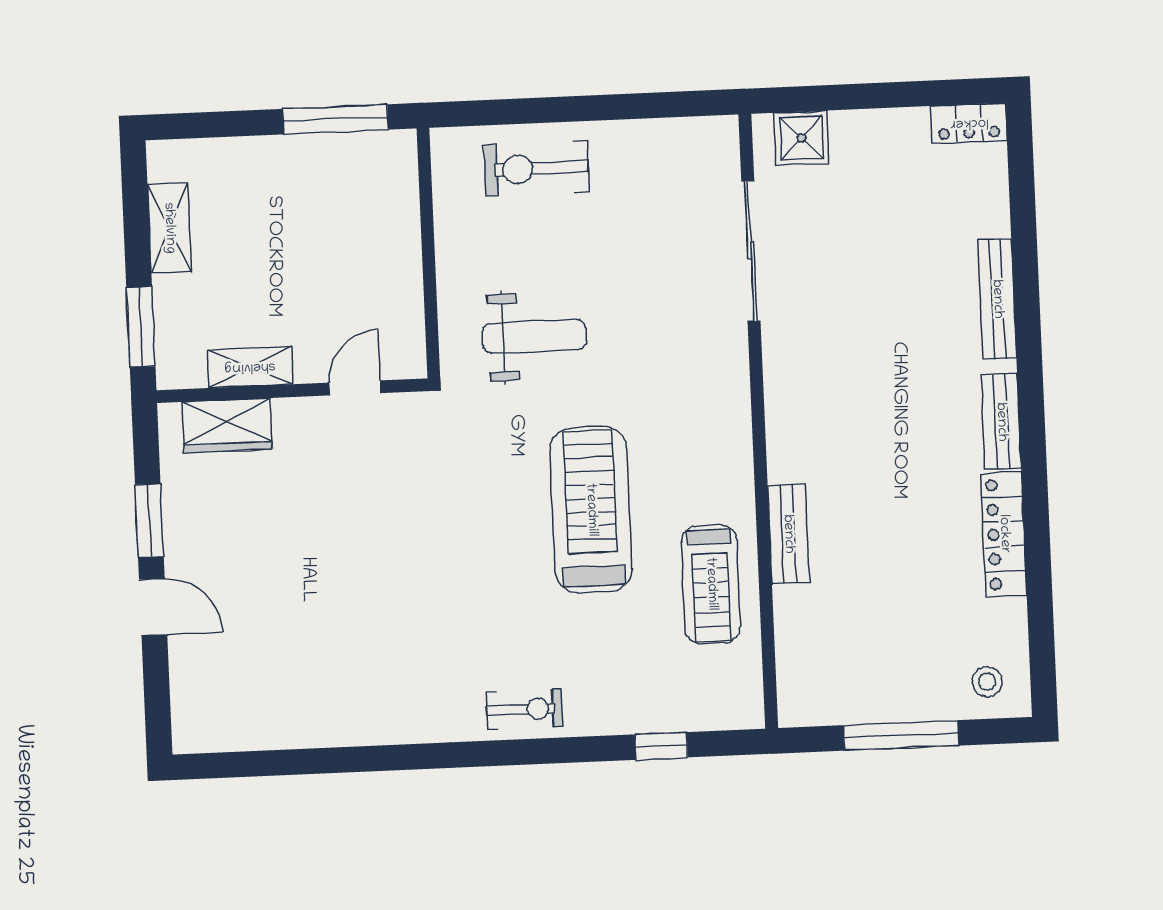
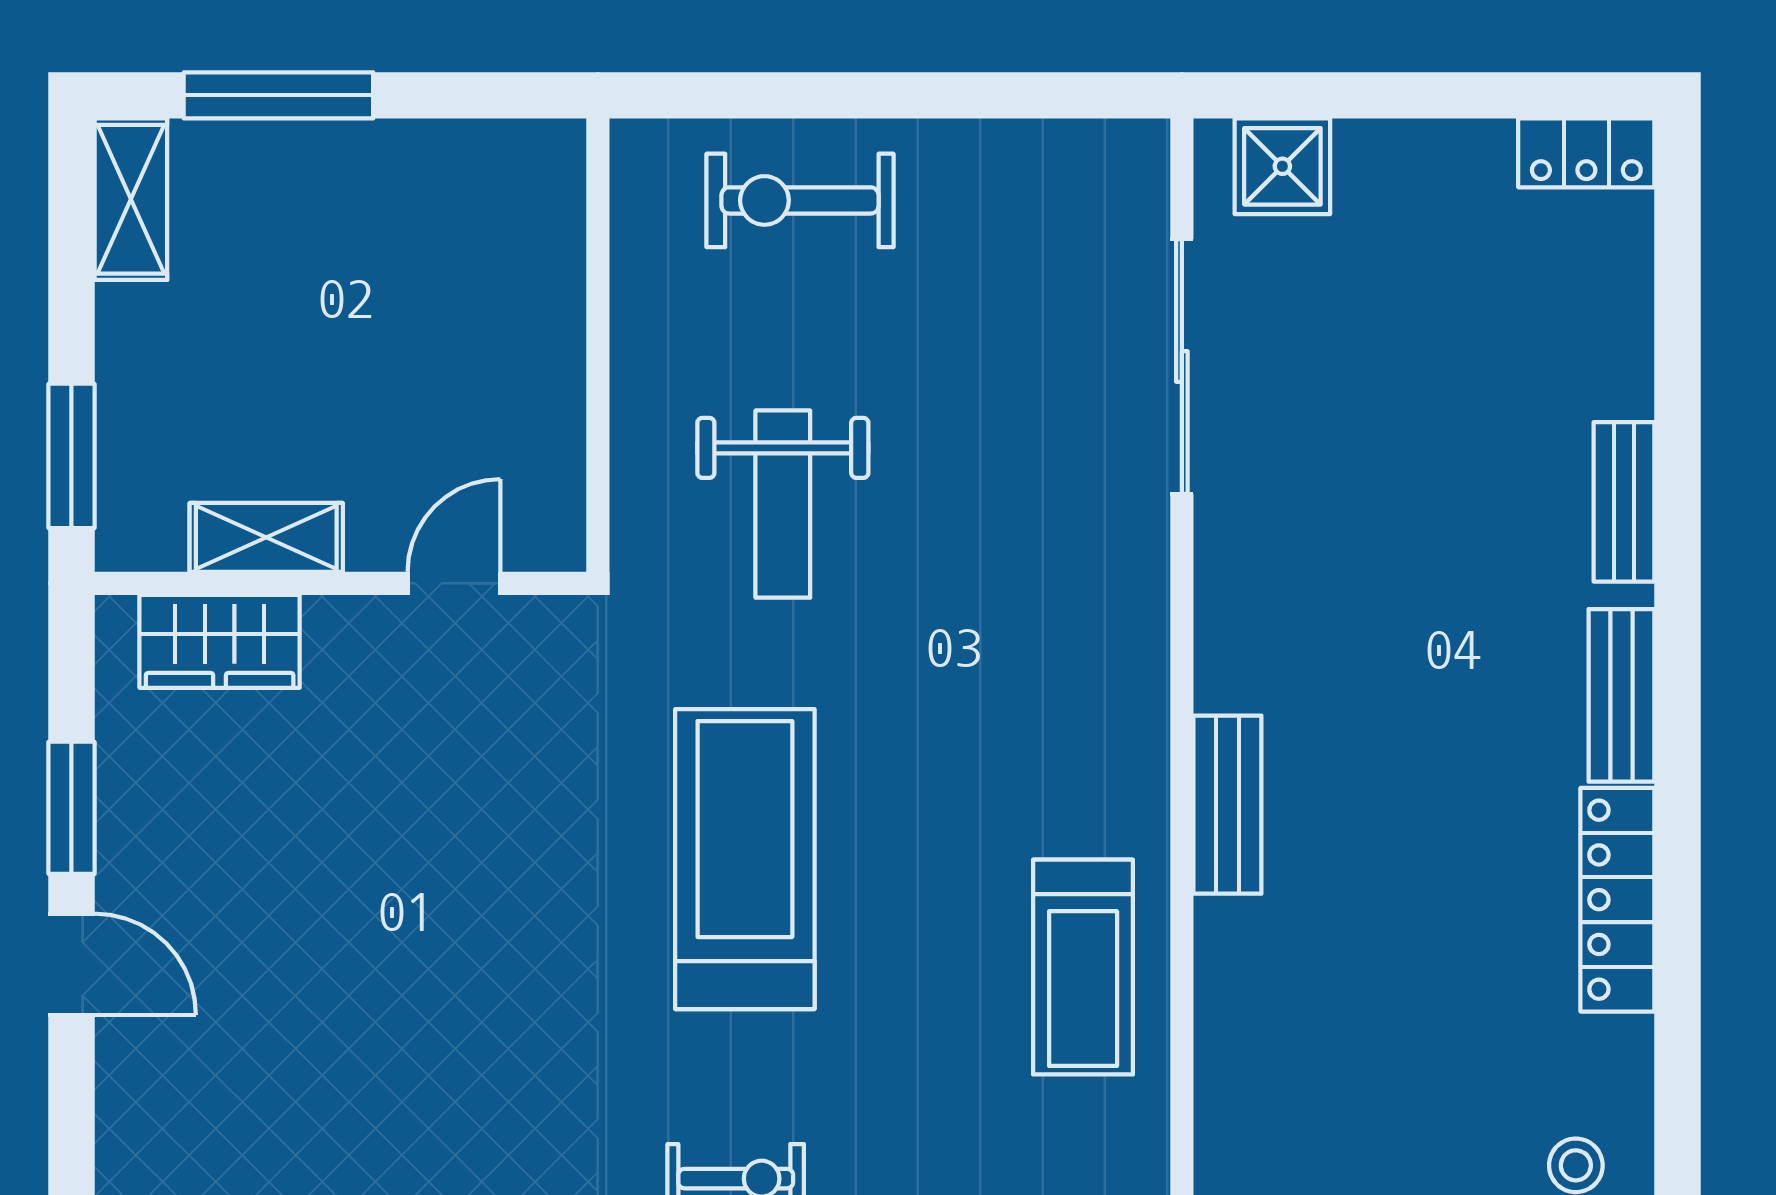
window: (335, 119) -> (278, 95), moved
shelving: (169, 228) -> (131, 199), moved
bench: (997, 299) -> (1624, 502), width x0.73
weight bench: (534, 336) -> (783, 504), turned 90
treadmill: (591, 510) -> (745, 859), moved
bench: (788, 534) -> (1227, 805), moved

